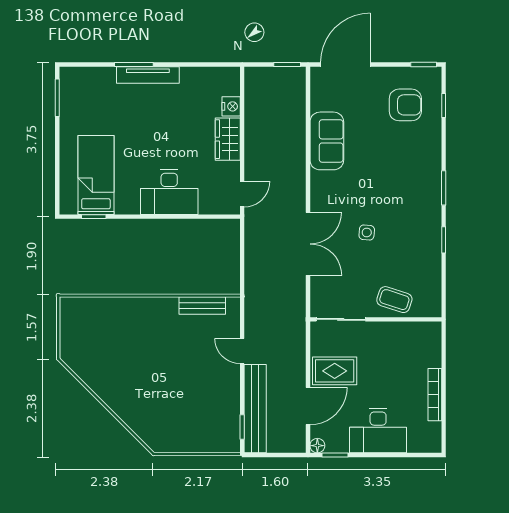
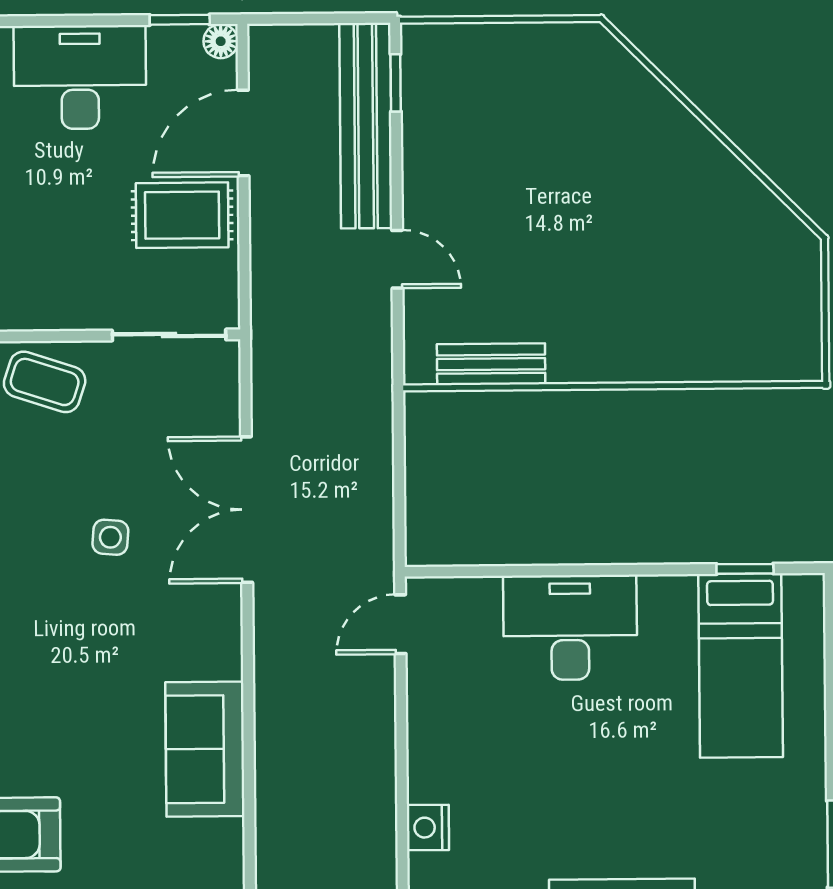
wardrobe: (228, 139) -> (435, 751), removed

